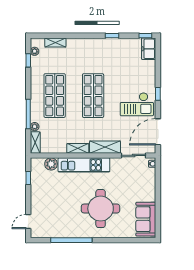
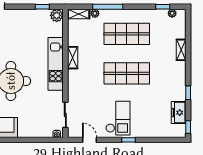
shelving: (55, 43) -> (181, 50), moved
freezer: (149, 49) -> (179, 113), moved, turned -90
checkout: (137, 104) -> (118, 118), turned 180
door: (158, 132) -> (90, 140), width x0.53
shelving: (105, 147) -> (74, 86), removed
plant: (51, 164) -> (57, 15), moved

